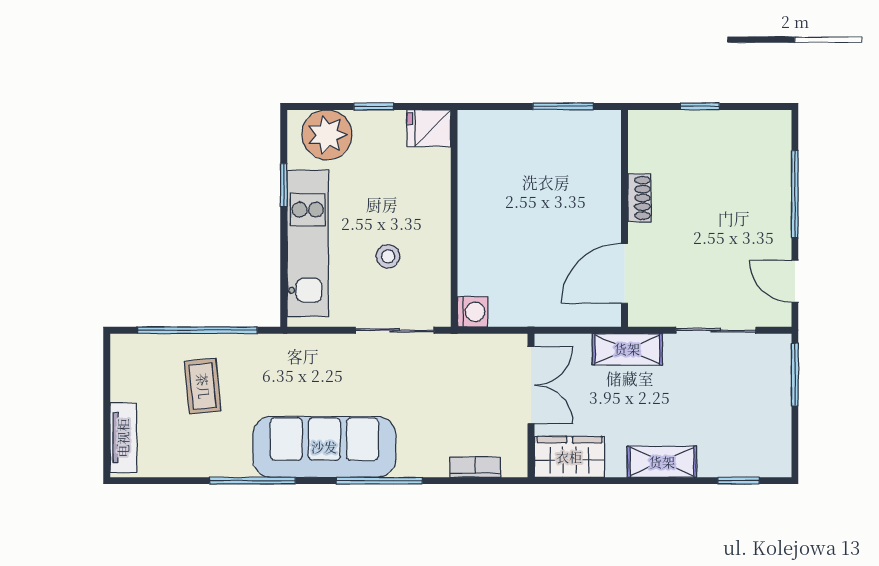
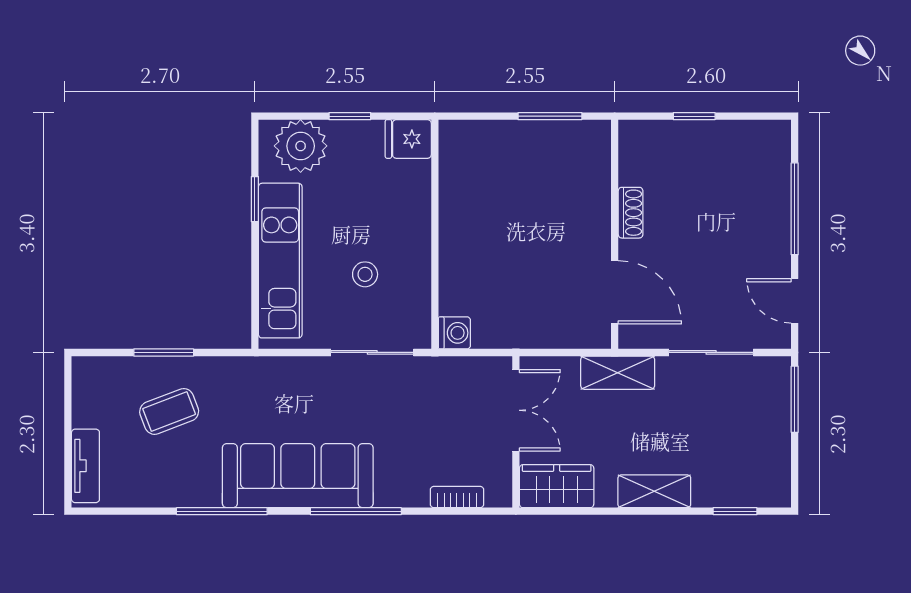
door: (624, 273) -> (615, 292), swing flipped
window: (197, 330) -> (164, 352), width x0.47
coffee table: (203, 386) -> (169, 411), turned 75

